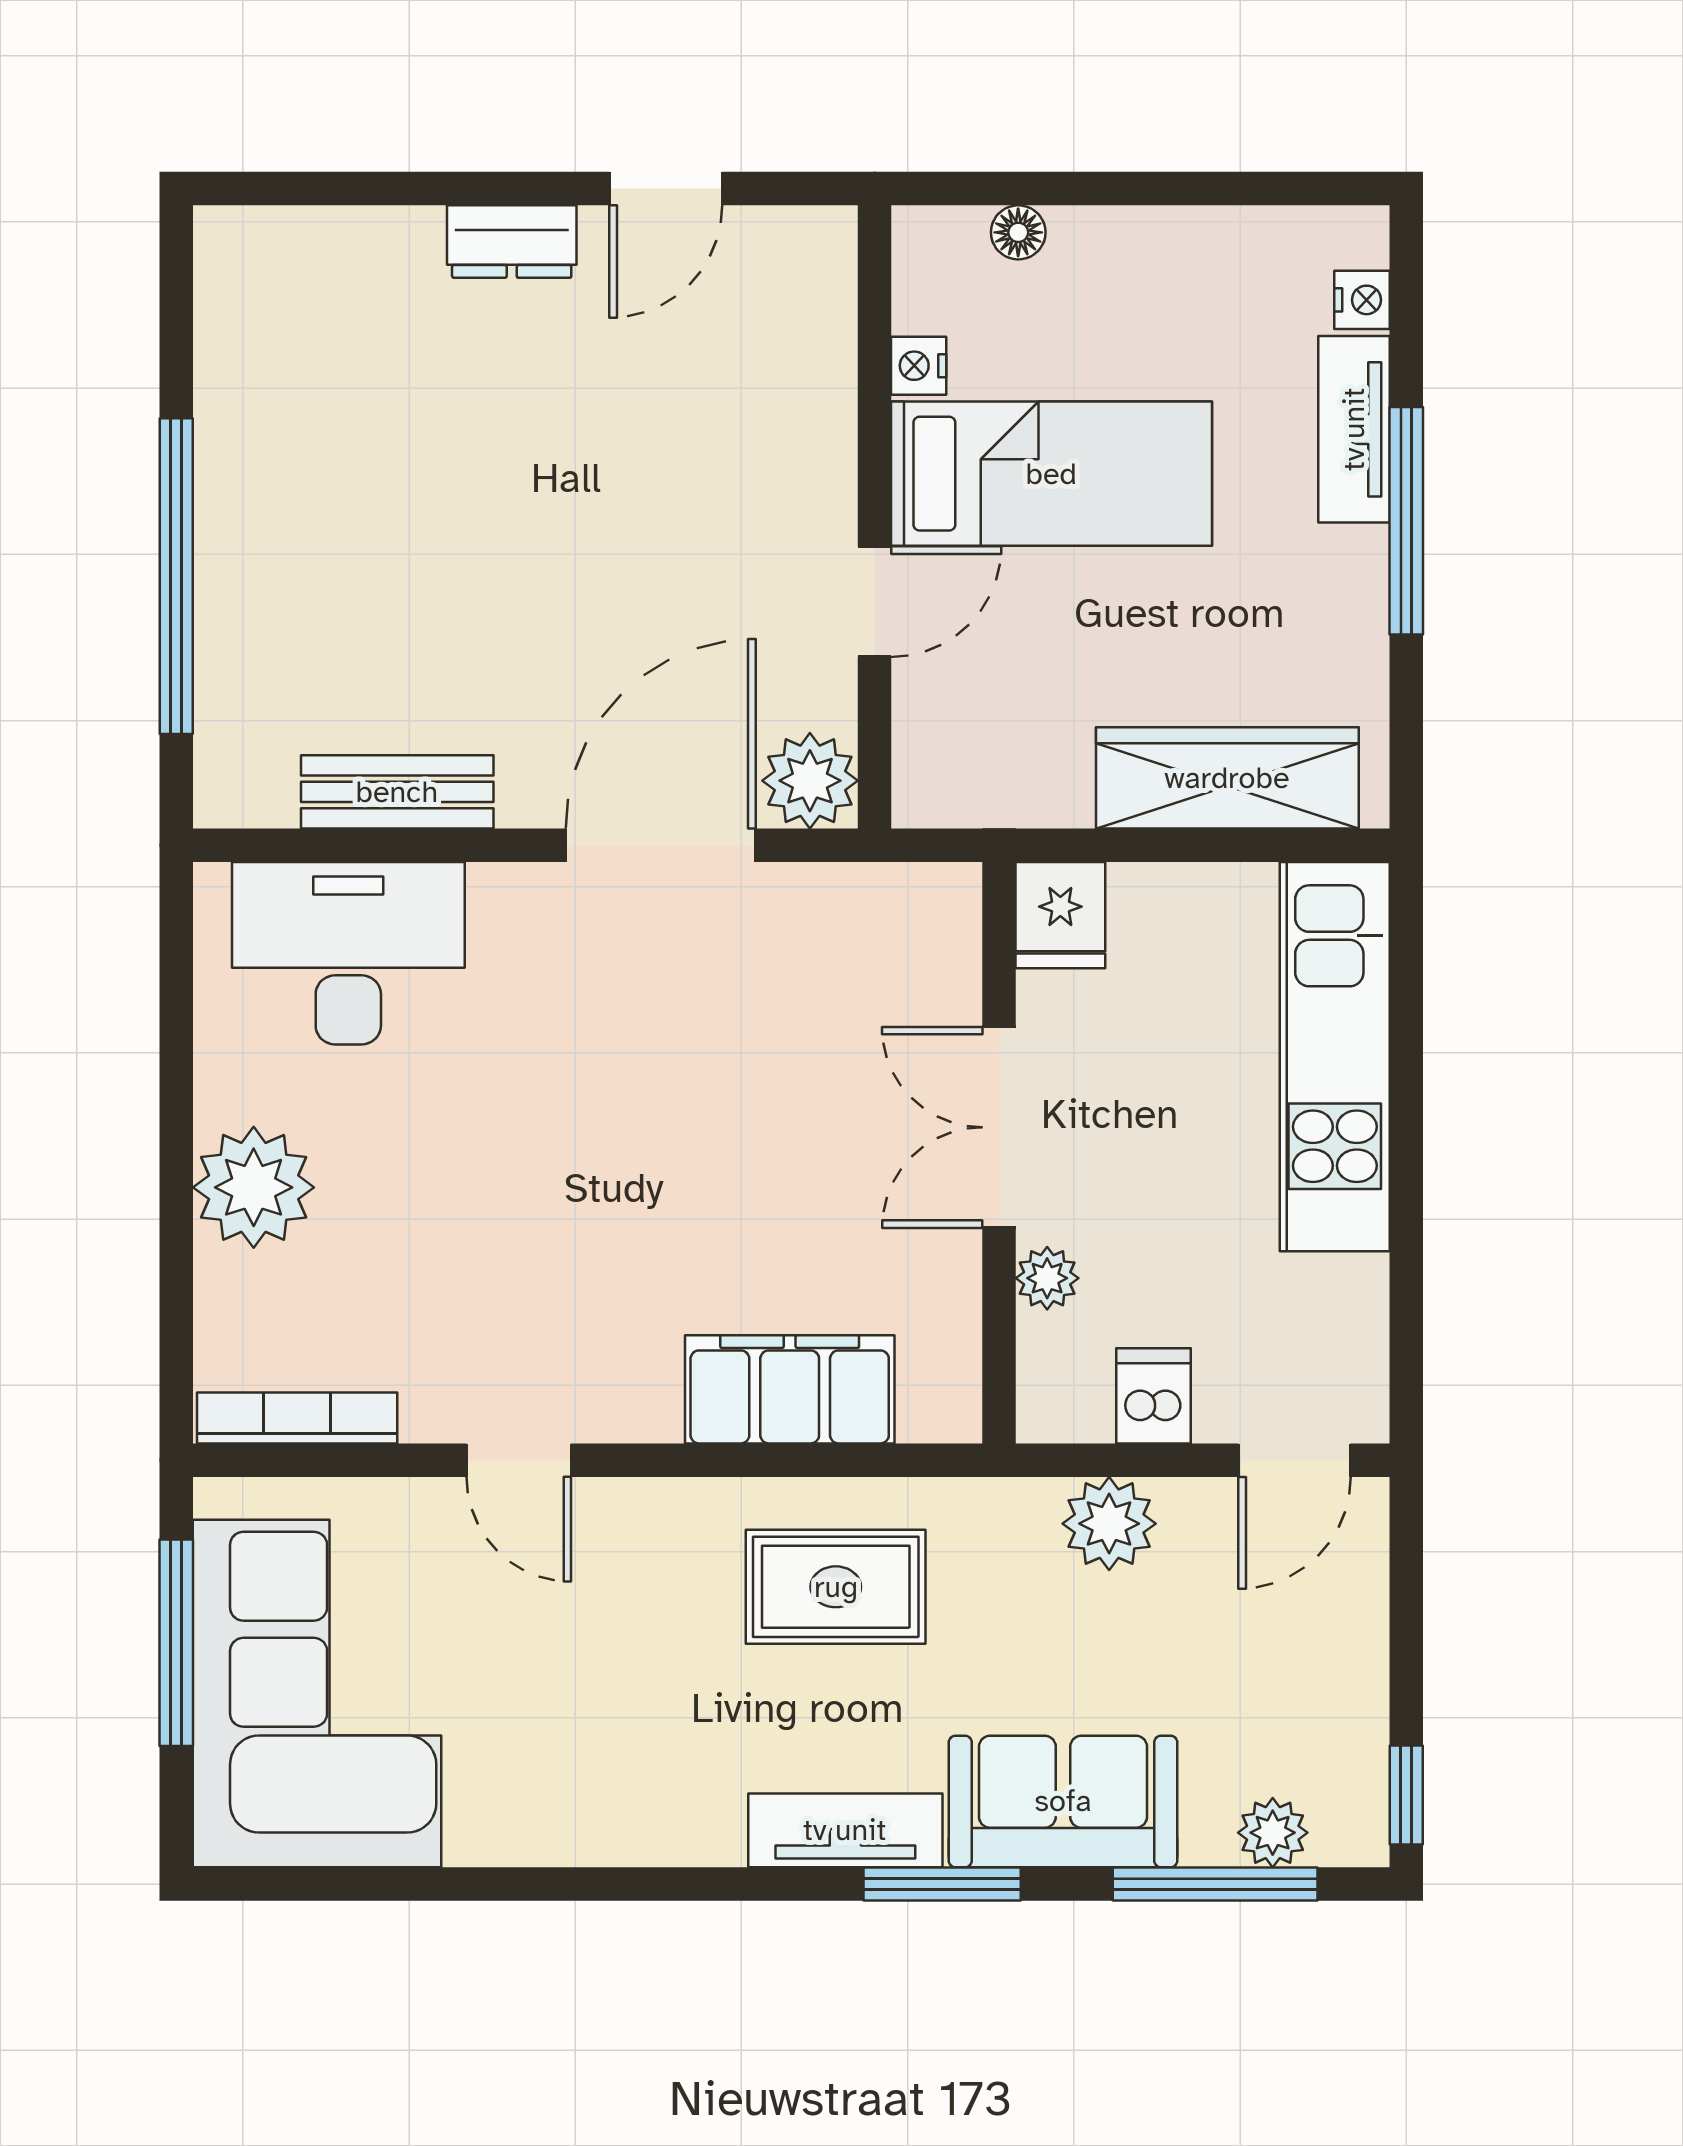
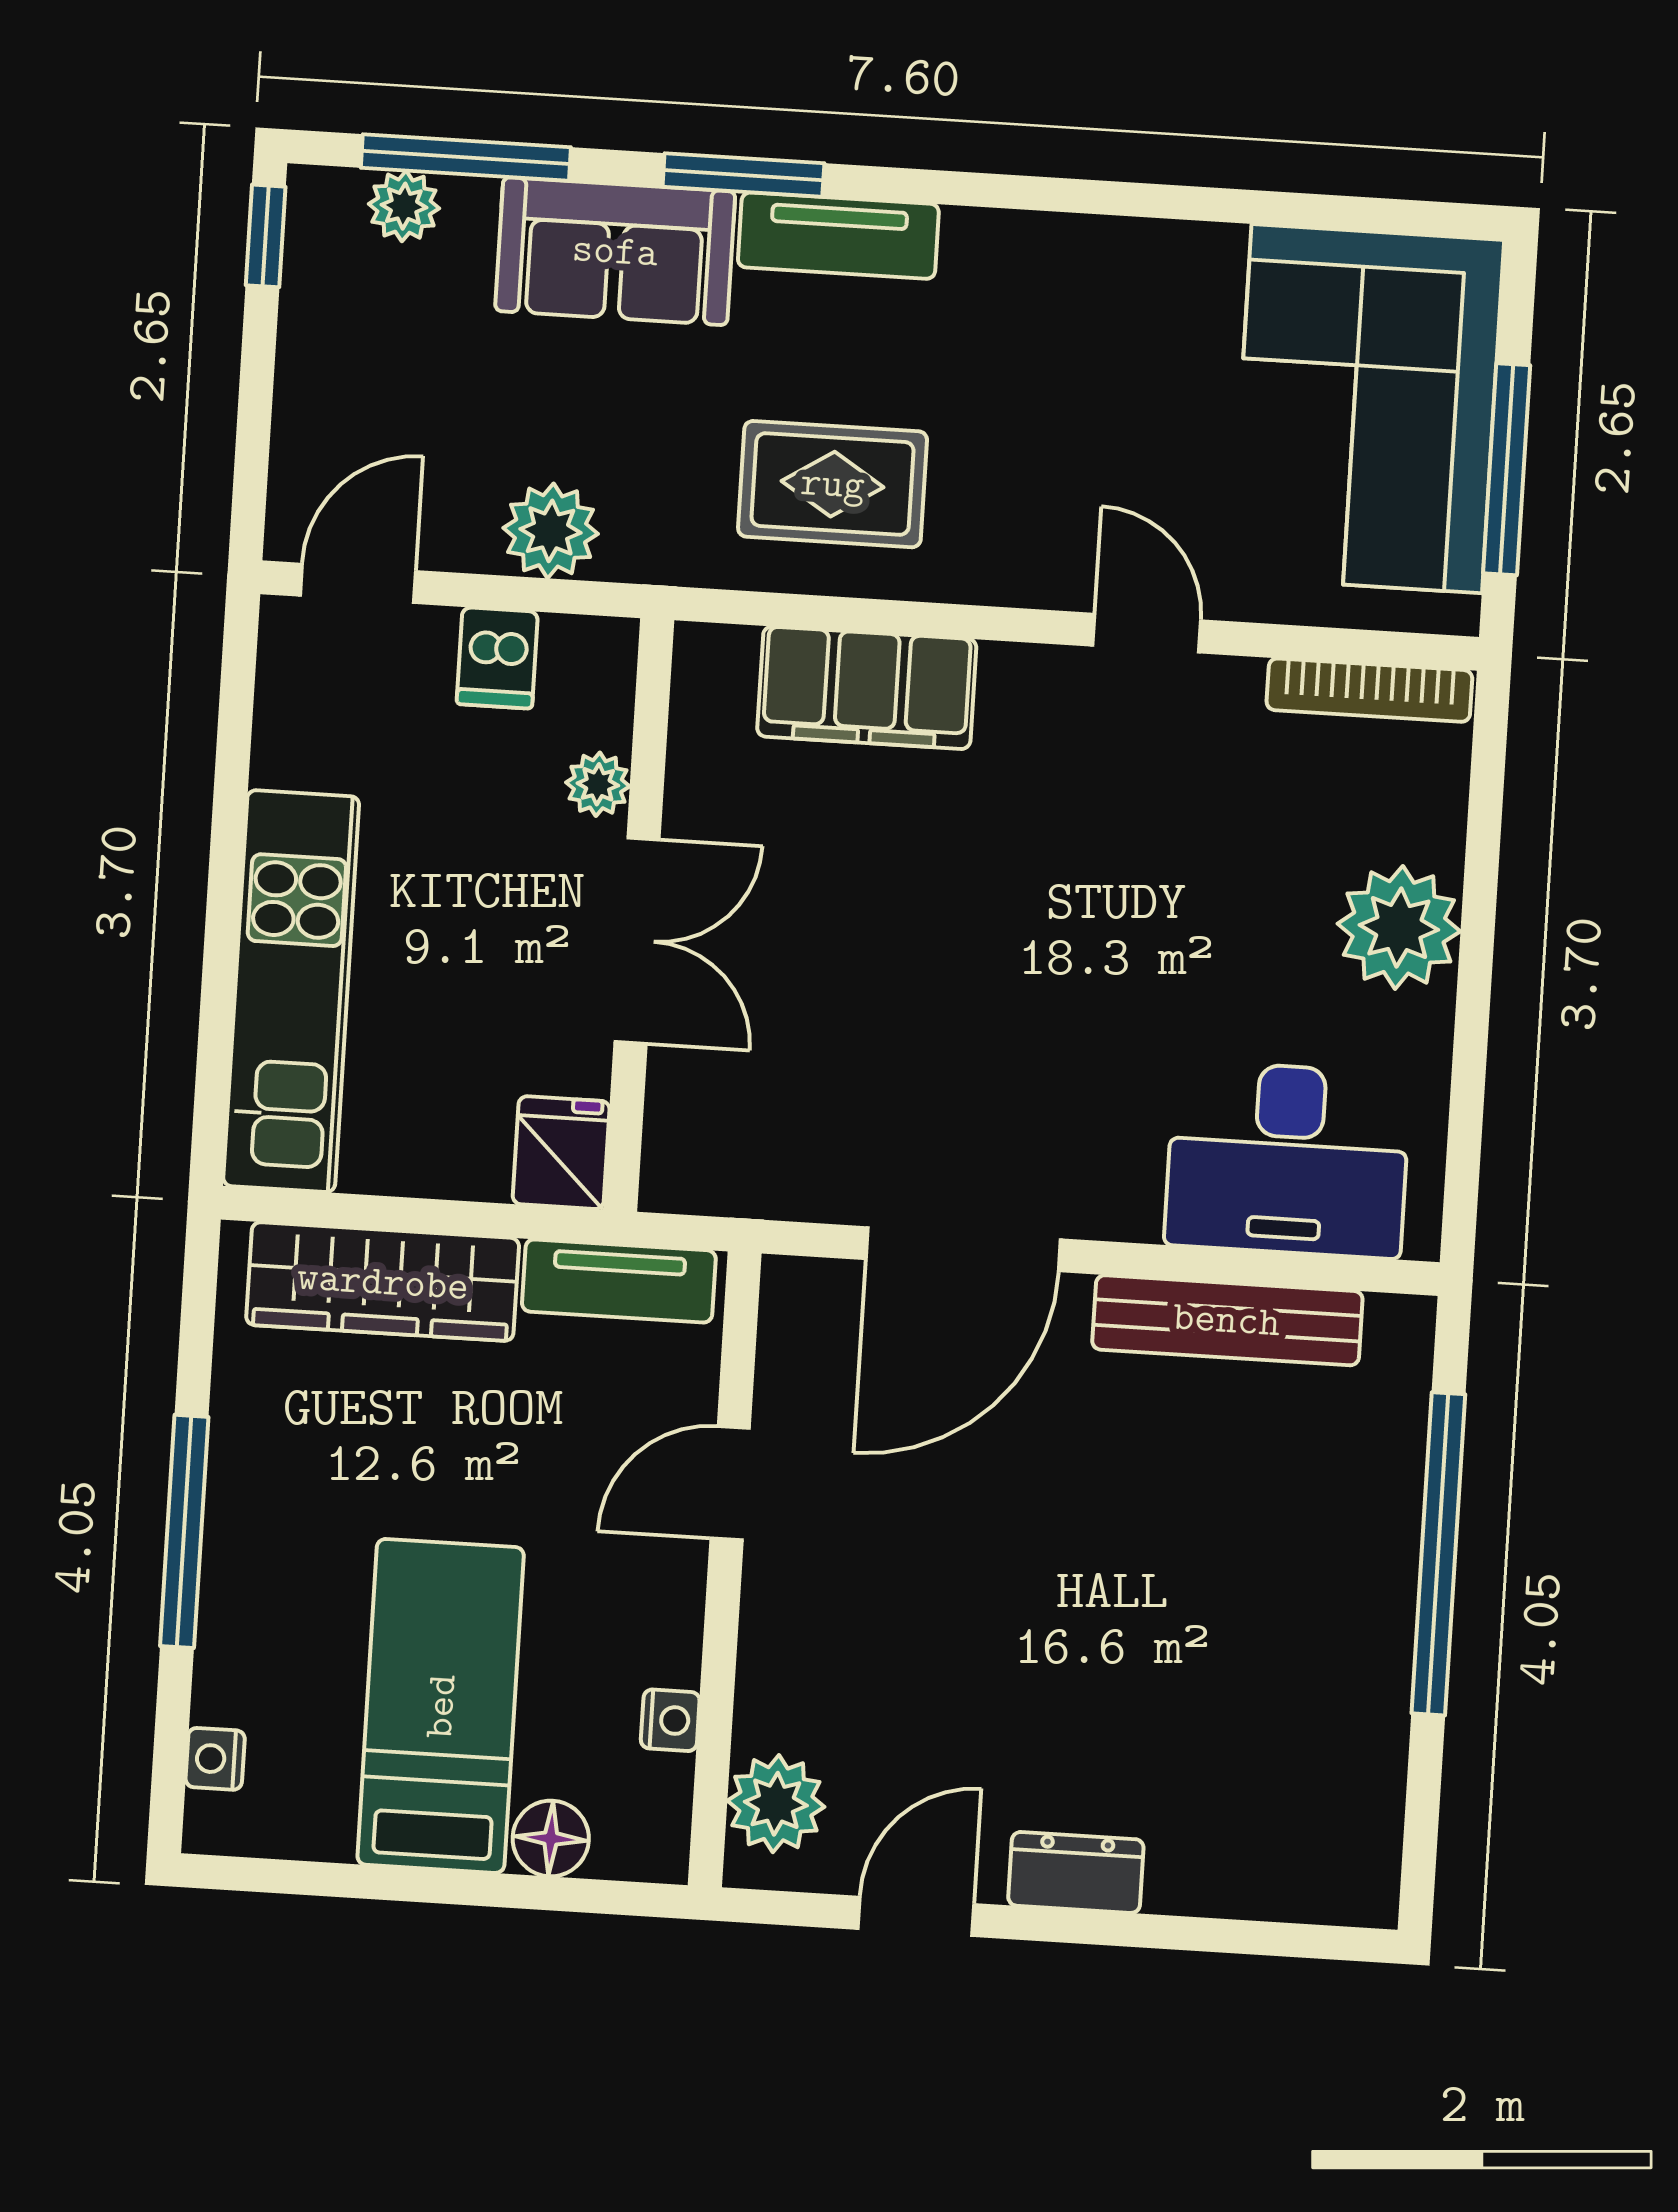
floor lamp: (1018, 232) -> (551, 1838), width x1.37, depth x1.37
tv unit: (1354, 429) -> (619, 1281), moved, turned 90
bed: (1051, 474) -> (441, 1706), moved, turned 90
plant: (810, 781) -> (776, 1804), moved
bench: (397, 792) -> (1227, 1320), width x1.36

